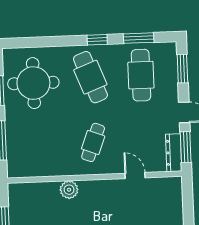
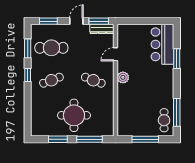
cafe table: (90, 77) -> (51, 80), width x0.73, depth x0.74
round table: (33, 83) -> (74, 115), moved
plant: (69, 190) -> (123, 77), moved

